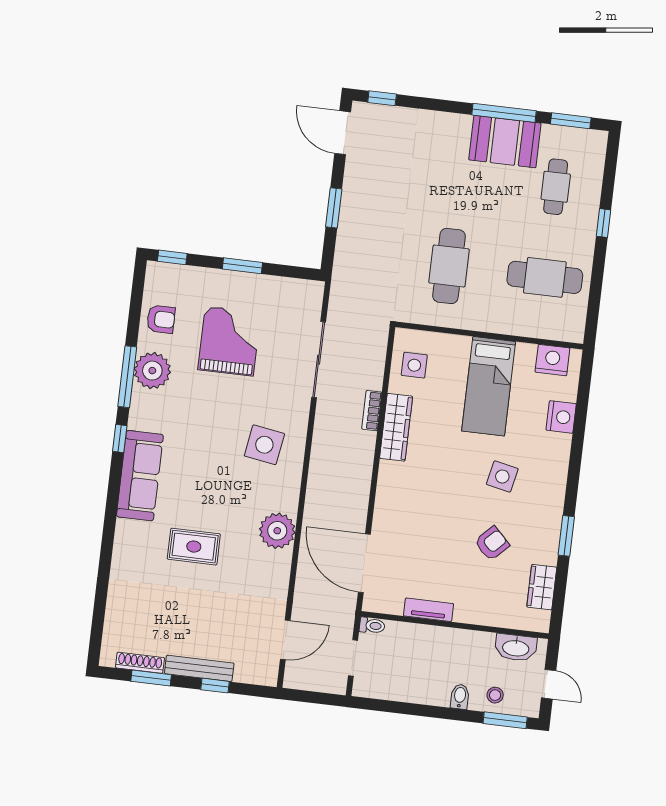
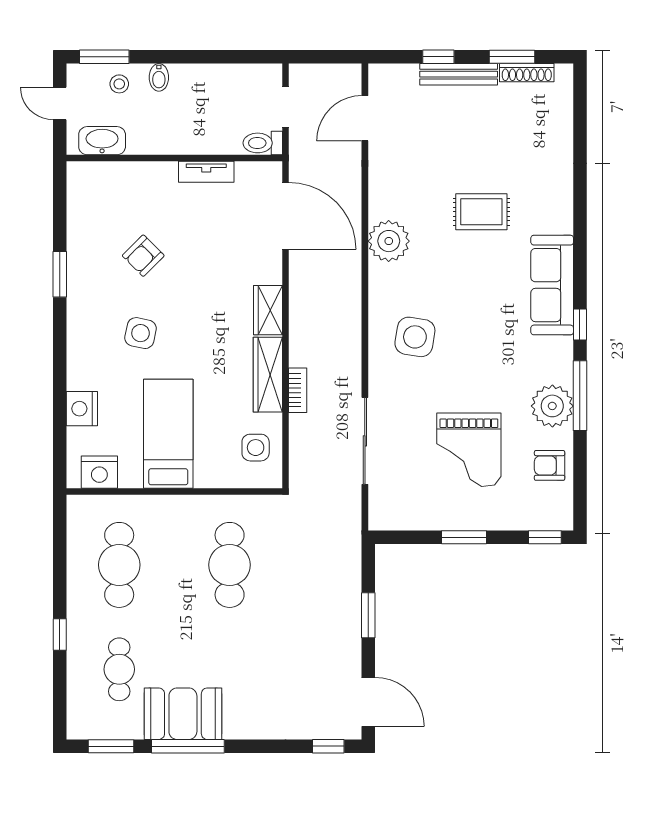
cafe table: (545, 277) -> (119, 565), turned 90
wardrobe: (542, 587) -> (268, 310), moved, turned 180
toilet: (372, 626) -> (263, 143), width x1.37, depth x1.39

